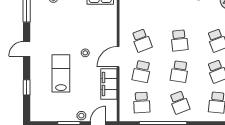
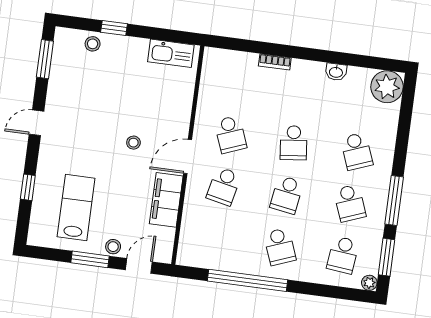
lab bench: (61, 73) -> (76, 208), moved
school desk: (142, 103) -> (217, 238), removed

